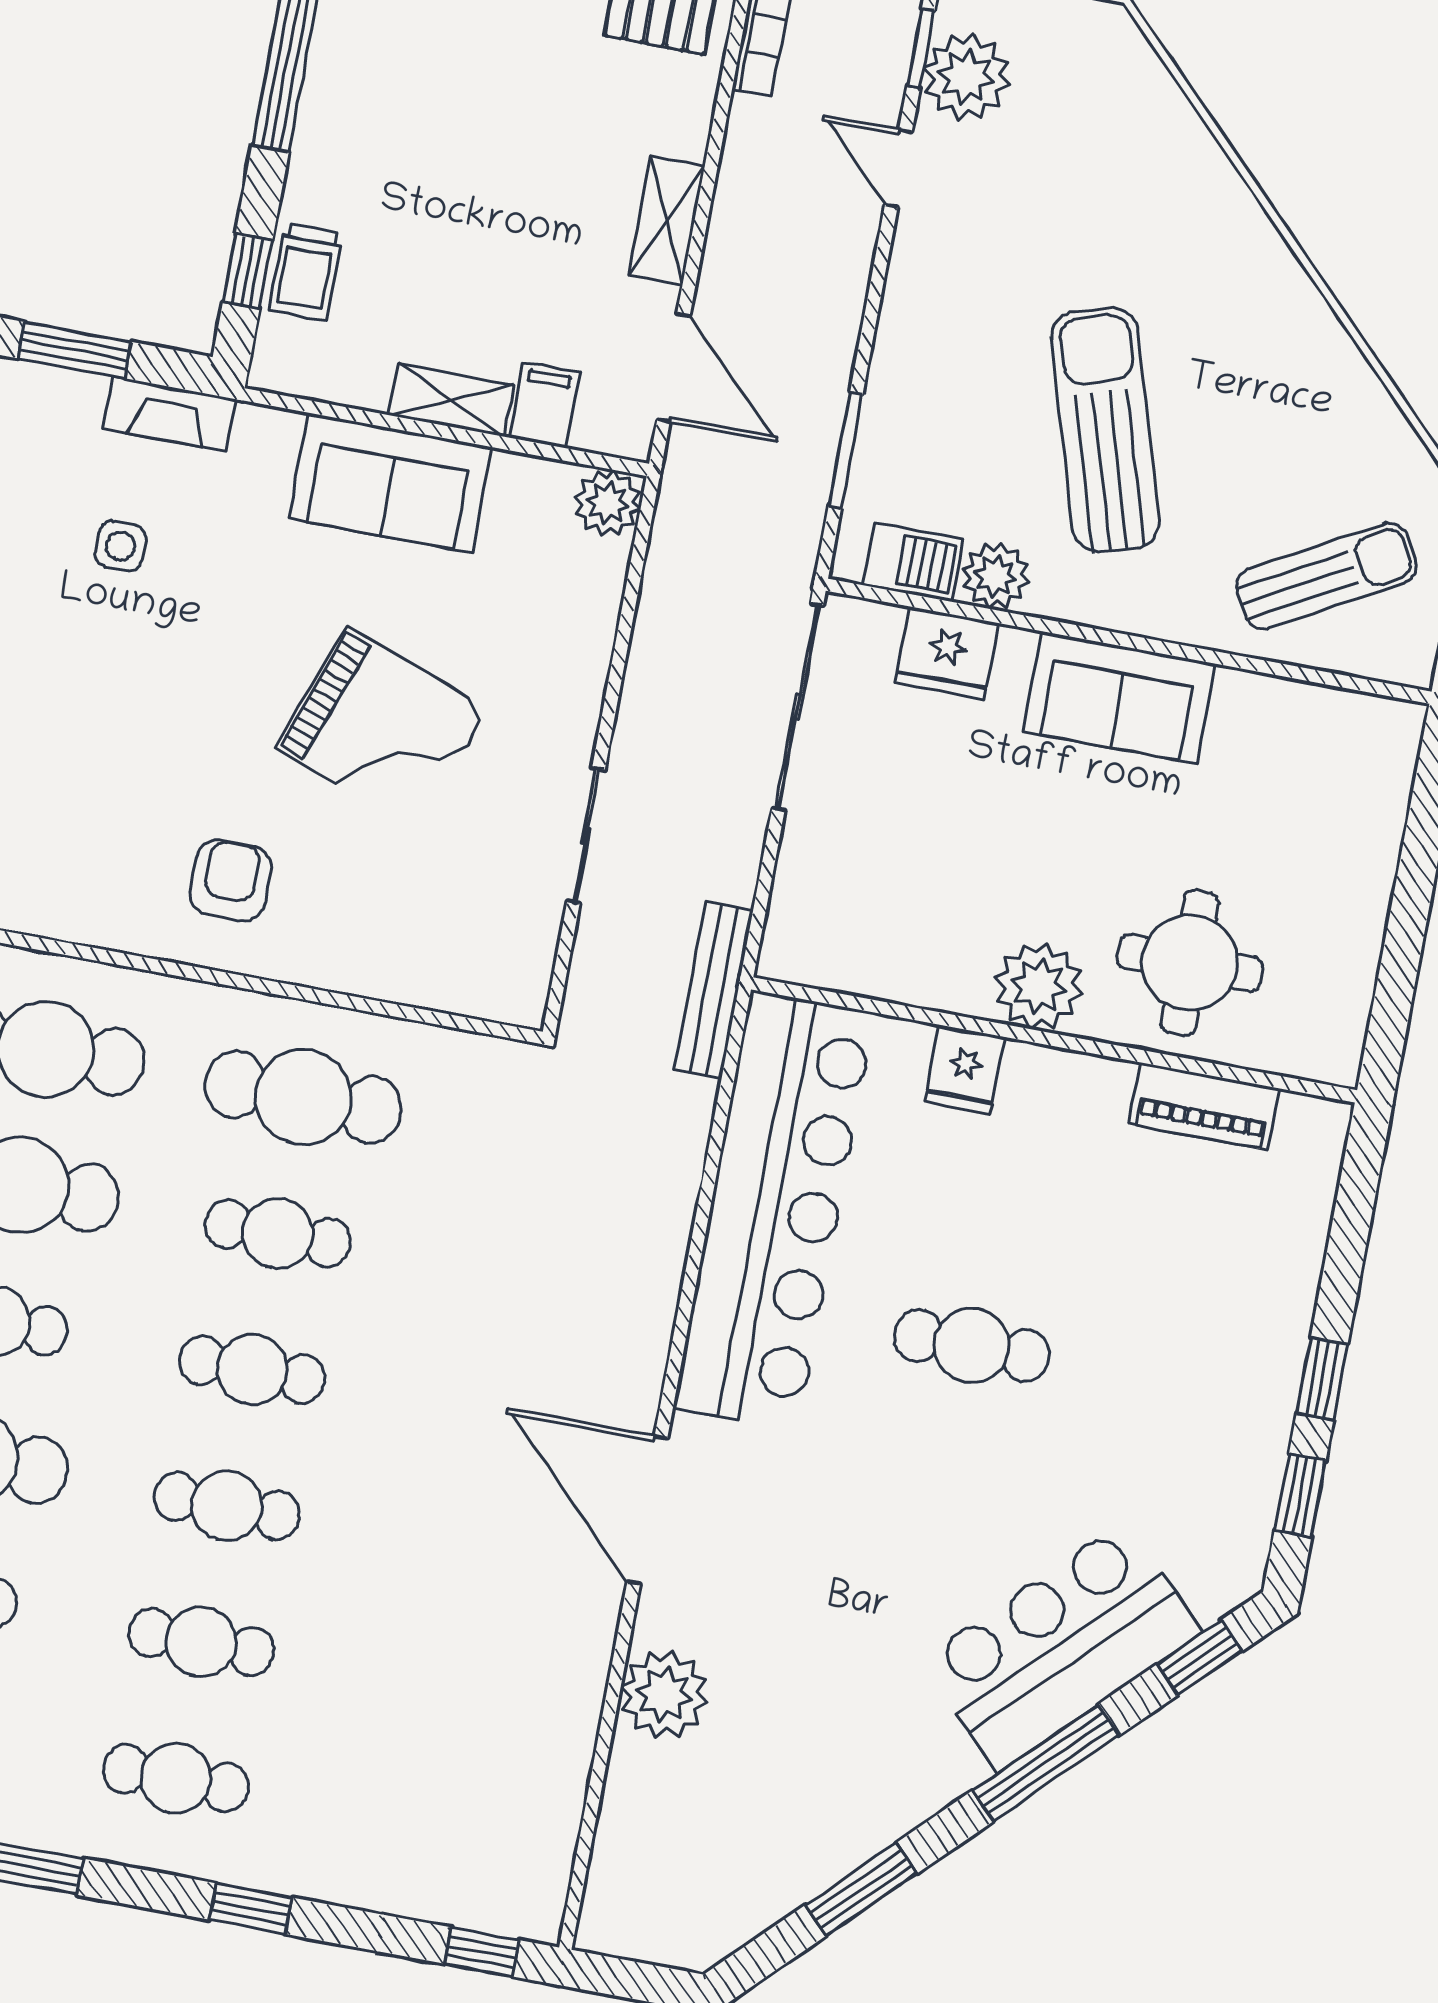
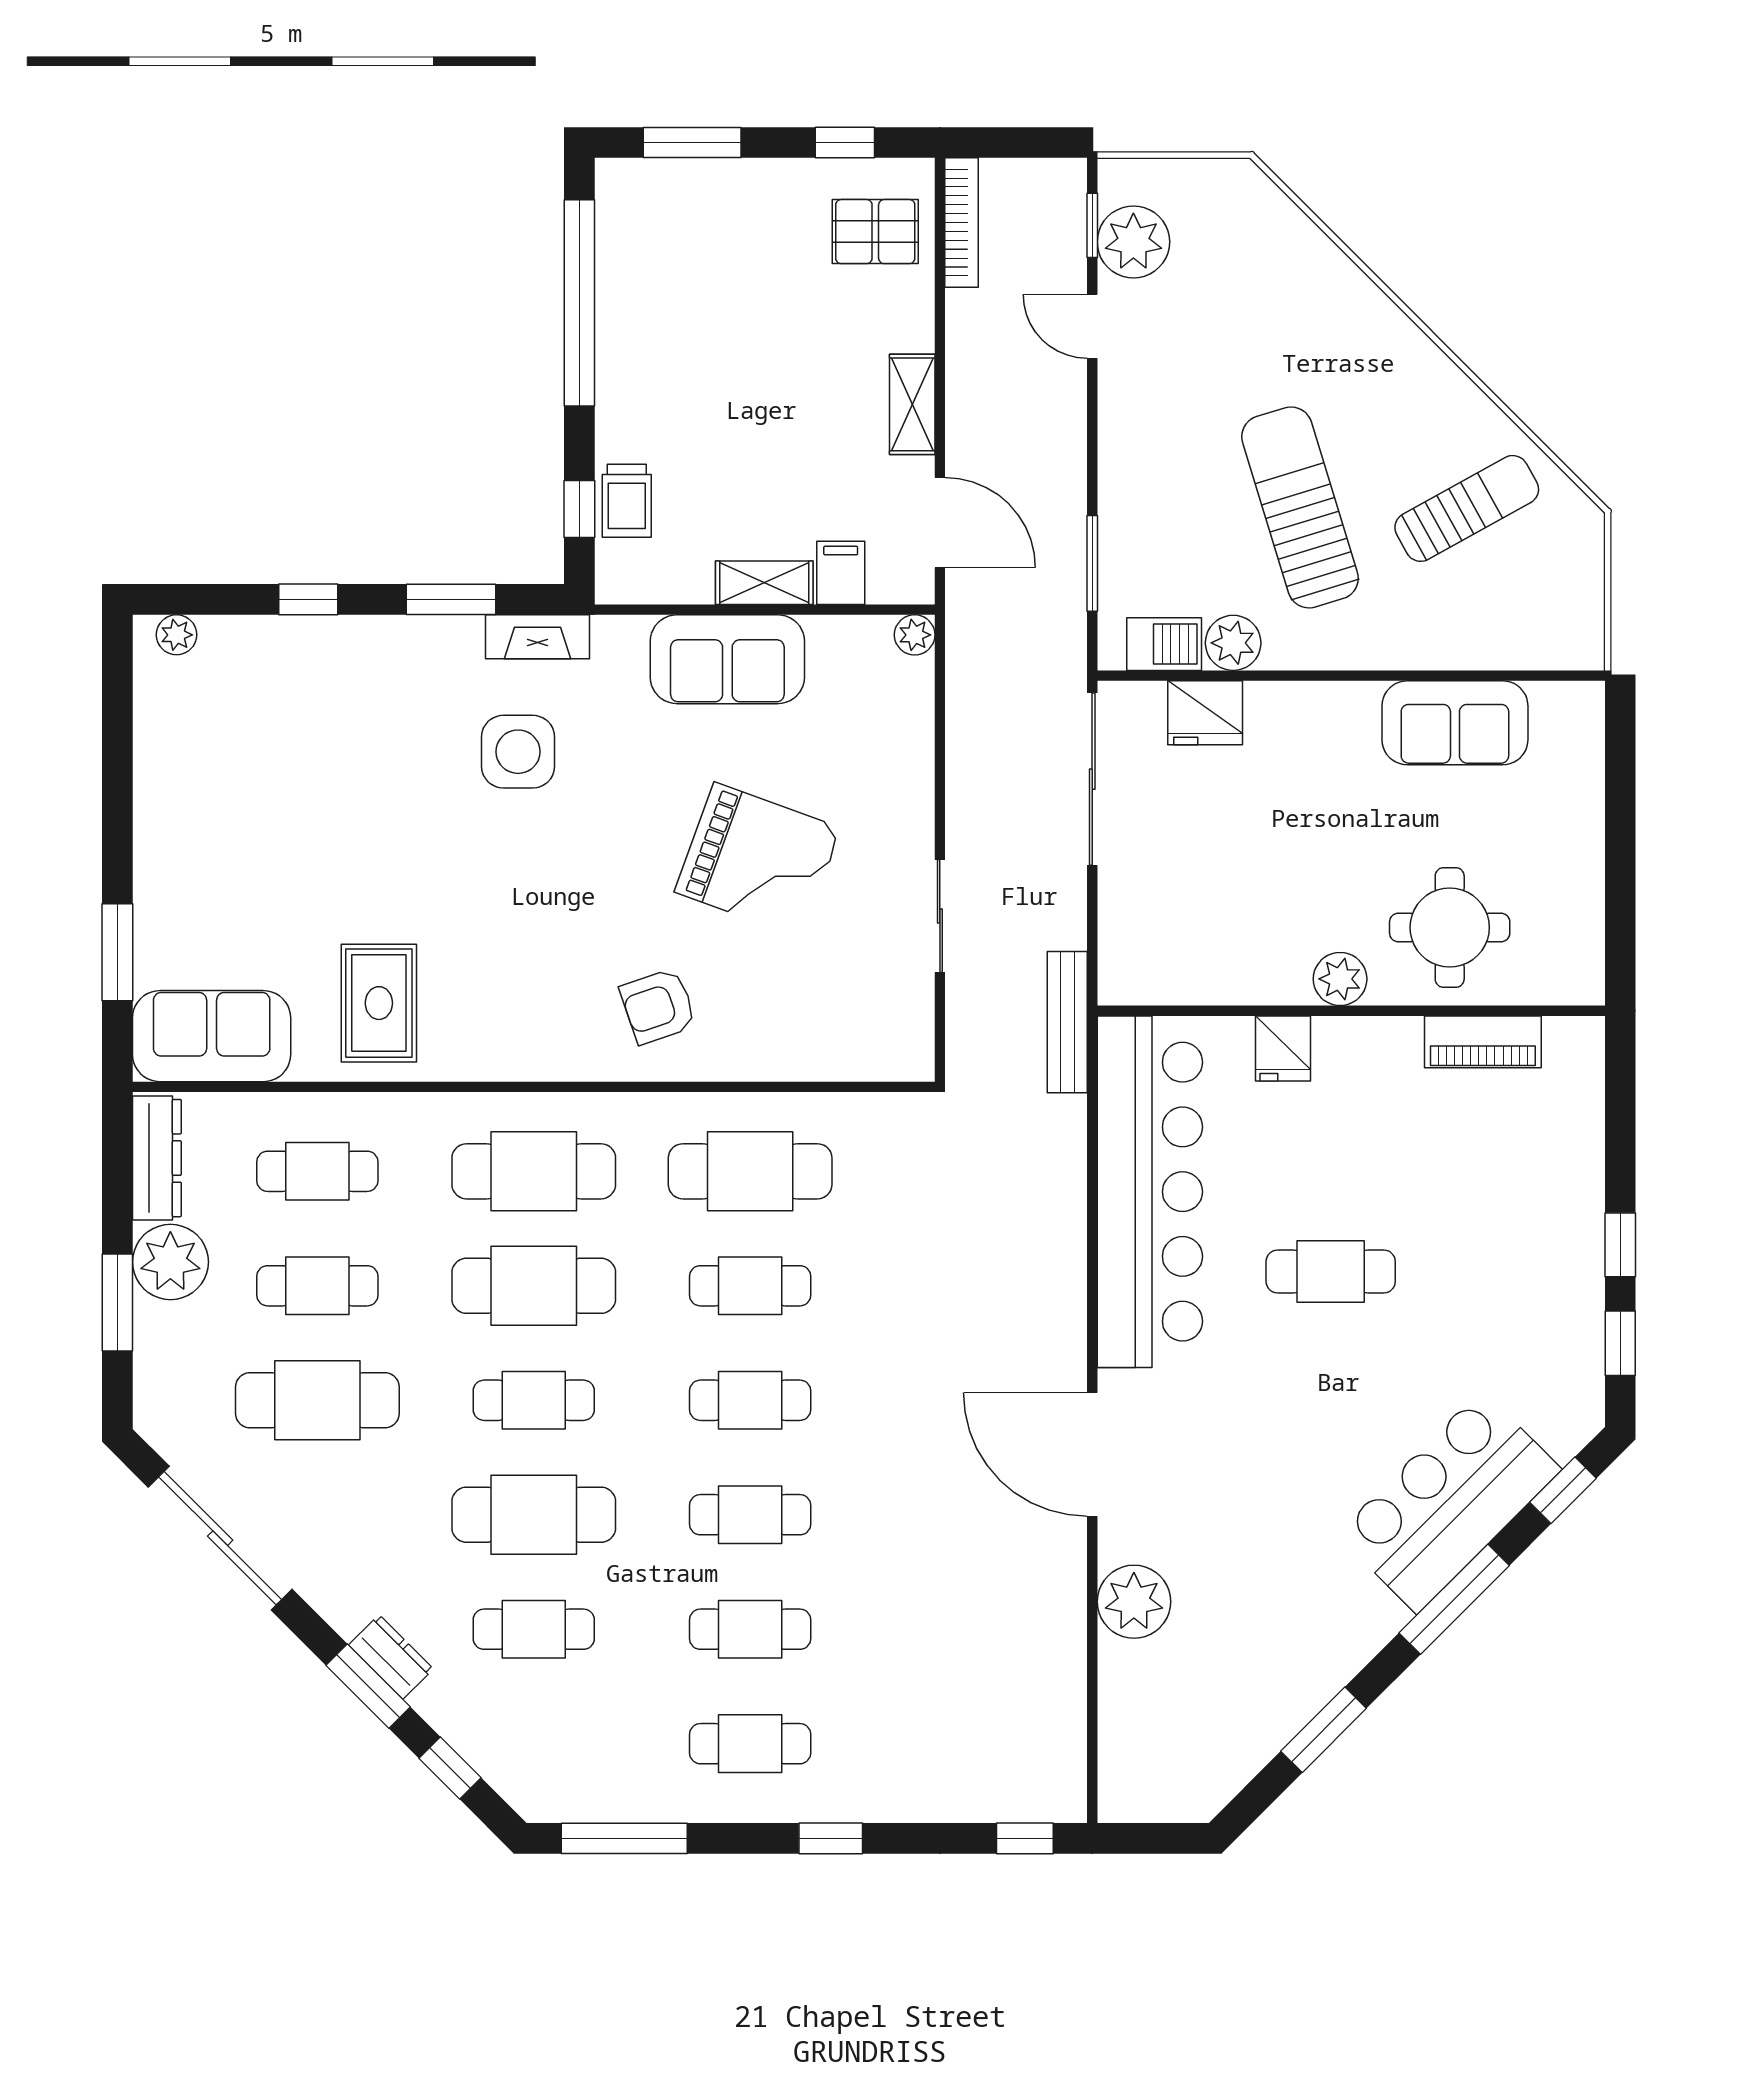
plant: (608, 503) -> (915, 635), width x0.73, depth x0.73
side table: (121, 546) -> (518, 752), width x1.87, depth x1.87
sun lounger: (1326, 576) -> (1467, 508), moved
sofa: (1119, 698) -> (1455, 723), moved
armchair: (231, 880) -> (658, 1006), turned -109
plant: (1039, 986) -> (1340, 979), width x0.73, depth x0.73

